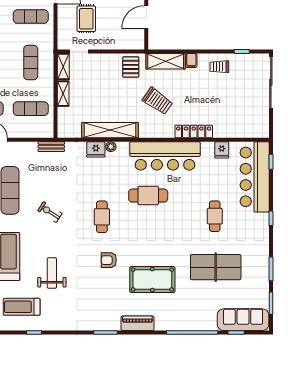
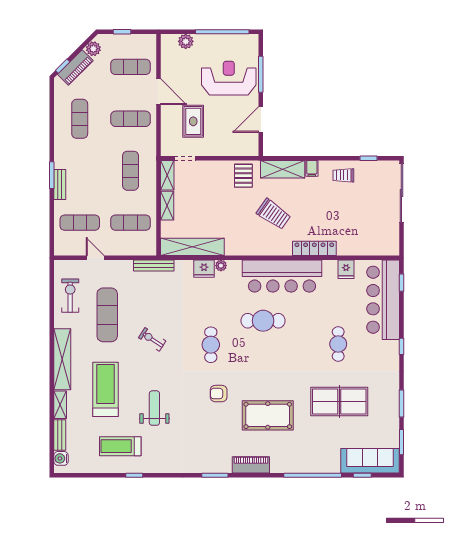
shelving: (110, 130) -> (192, 247), moved
bench: (51, 147) -> (154, 266), width x1.36

